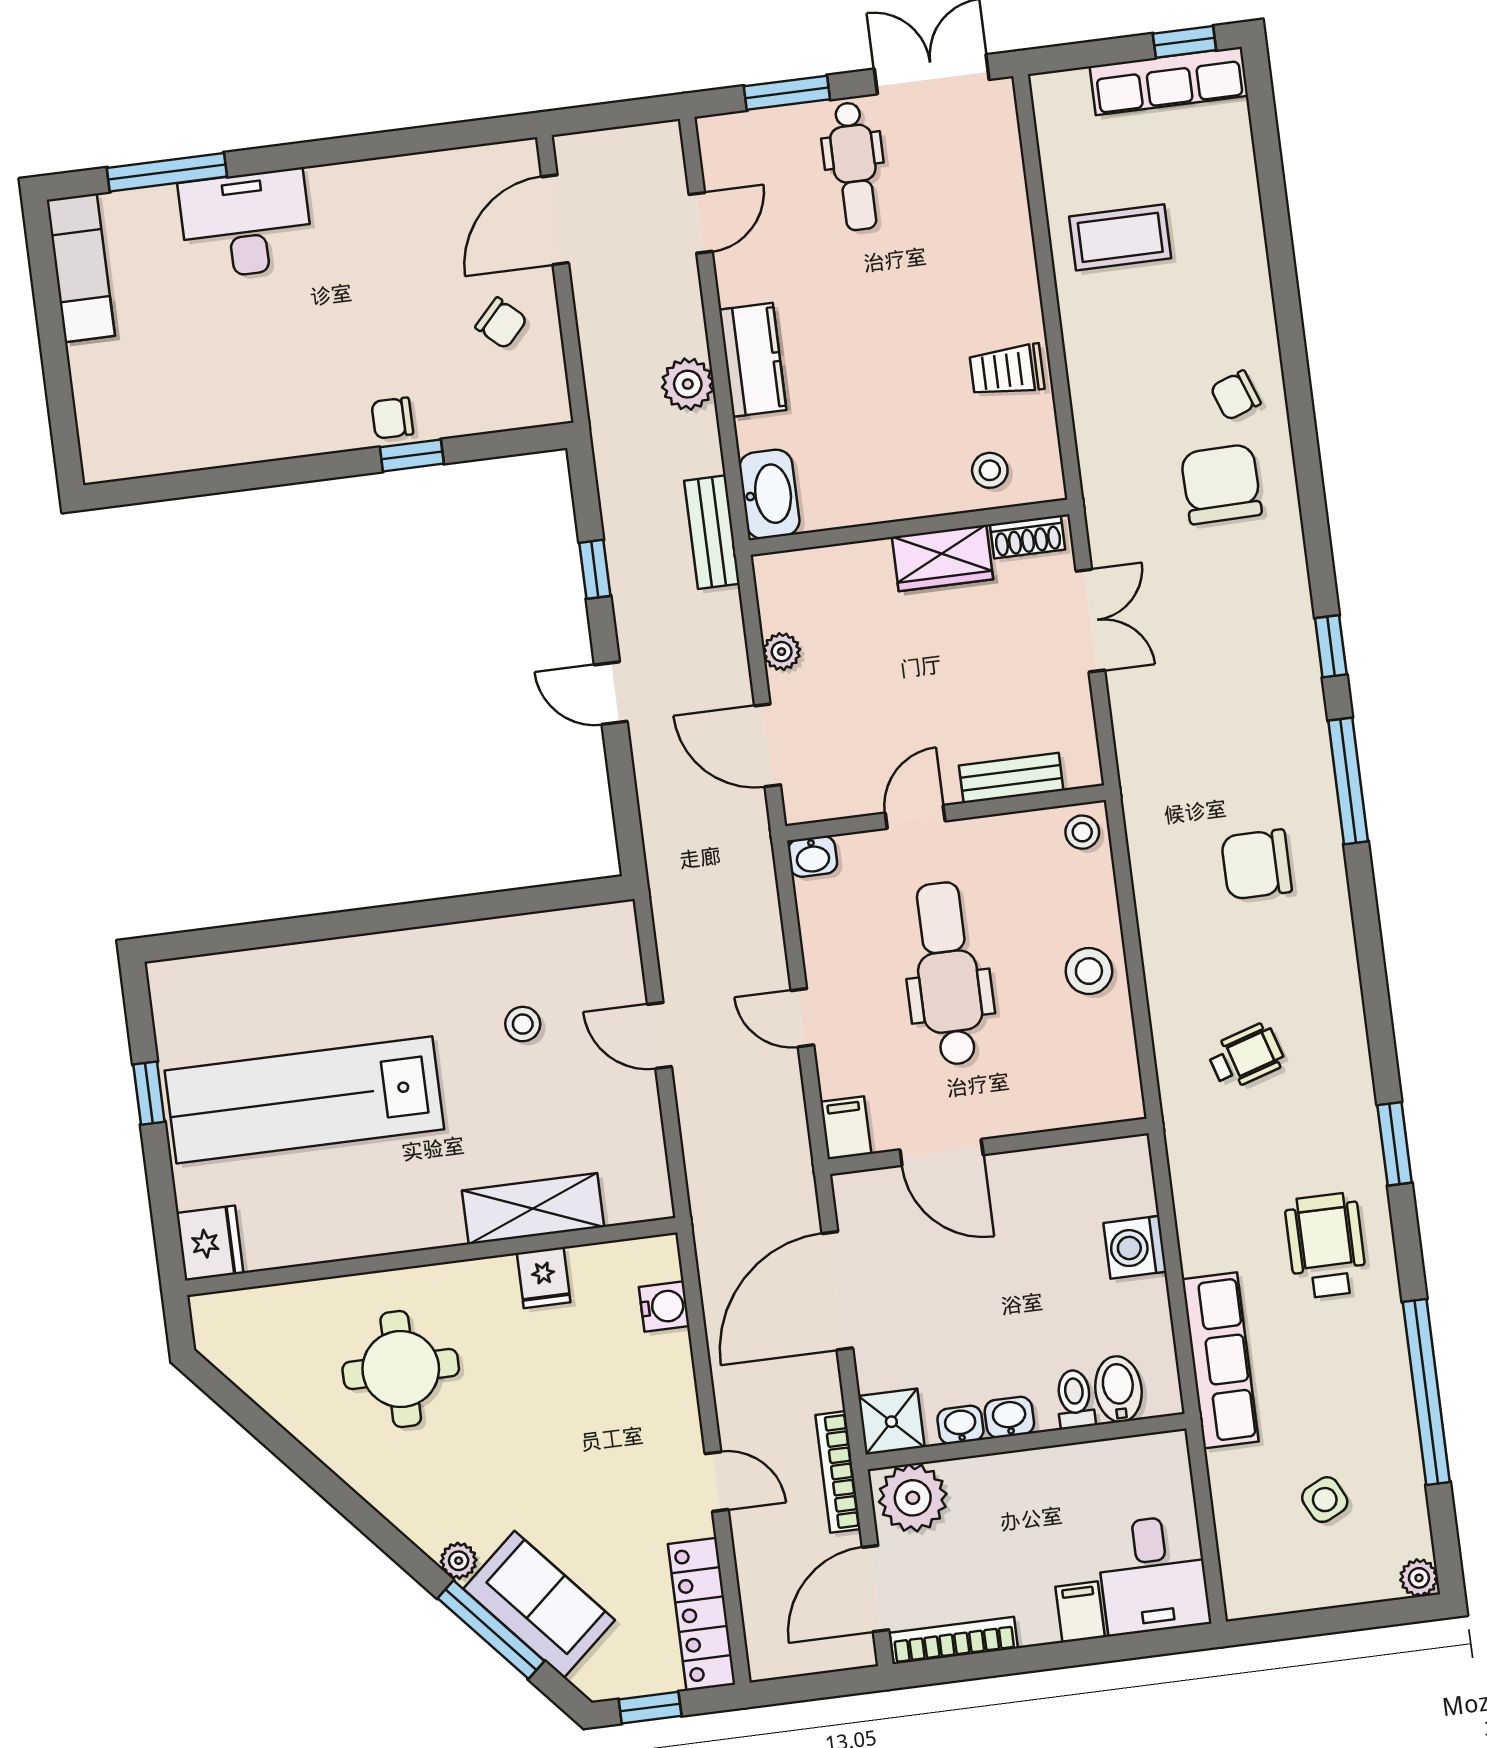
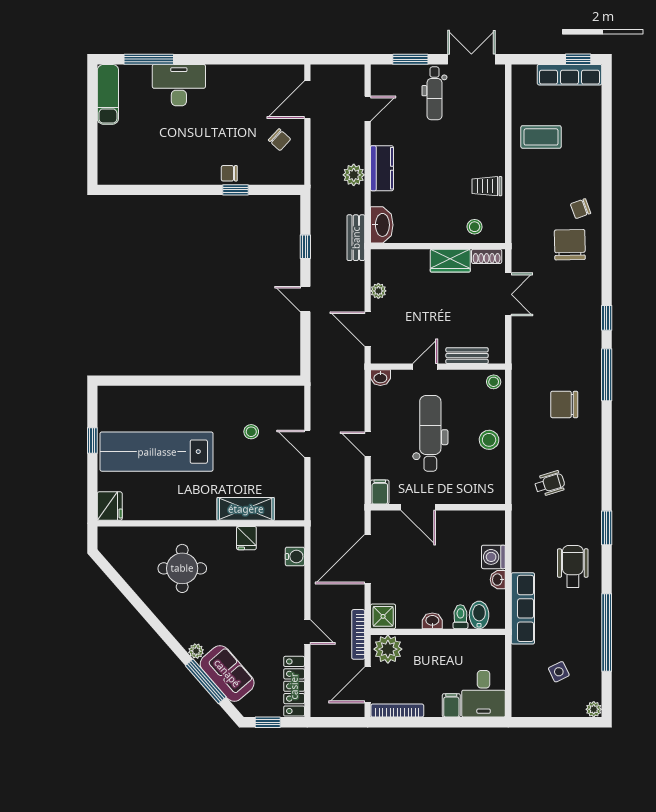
washbasin: (960, 1425) -> (498, 580), moved, turned -90

